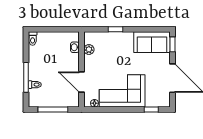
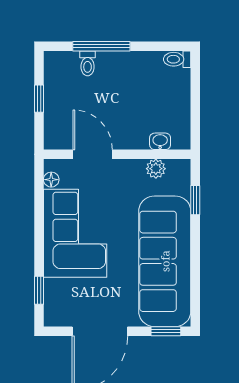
window: (116, 29) -> (195, 200), moved
sofa: (152, 42) -> (165, 261), width x1.85, depth x1.27
door: (82, 82) -> (93, 154), hinge flipped
window: (53, 110) -> (39, 99), width x0.46

